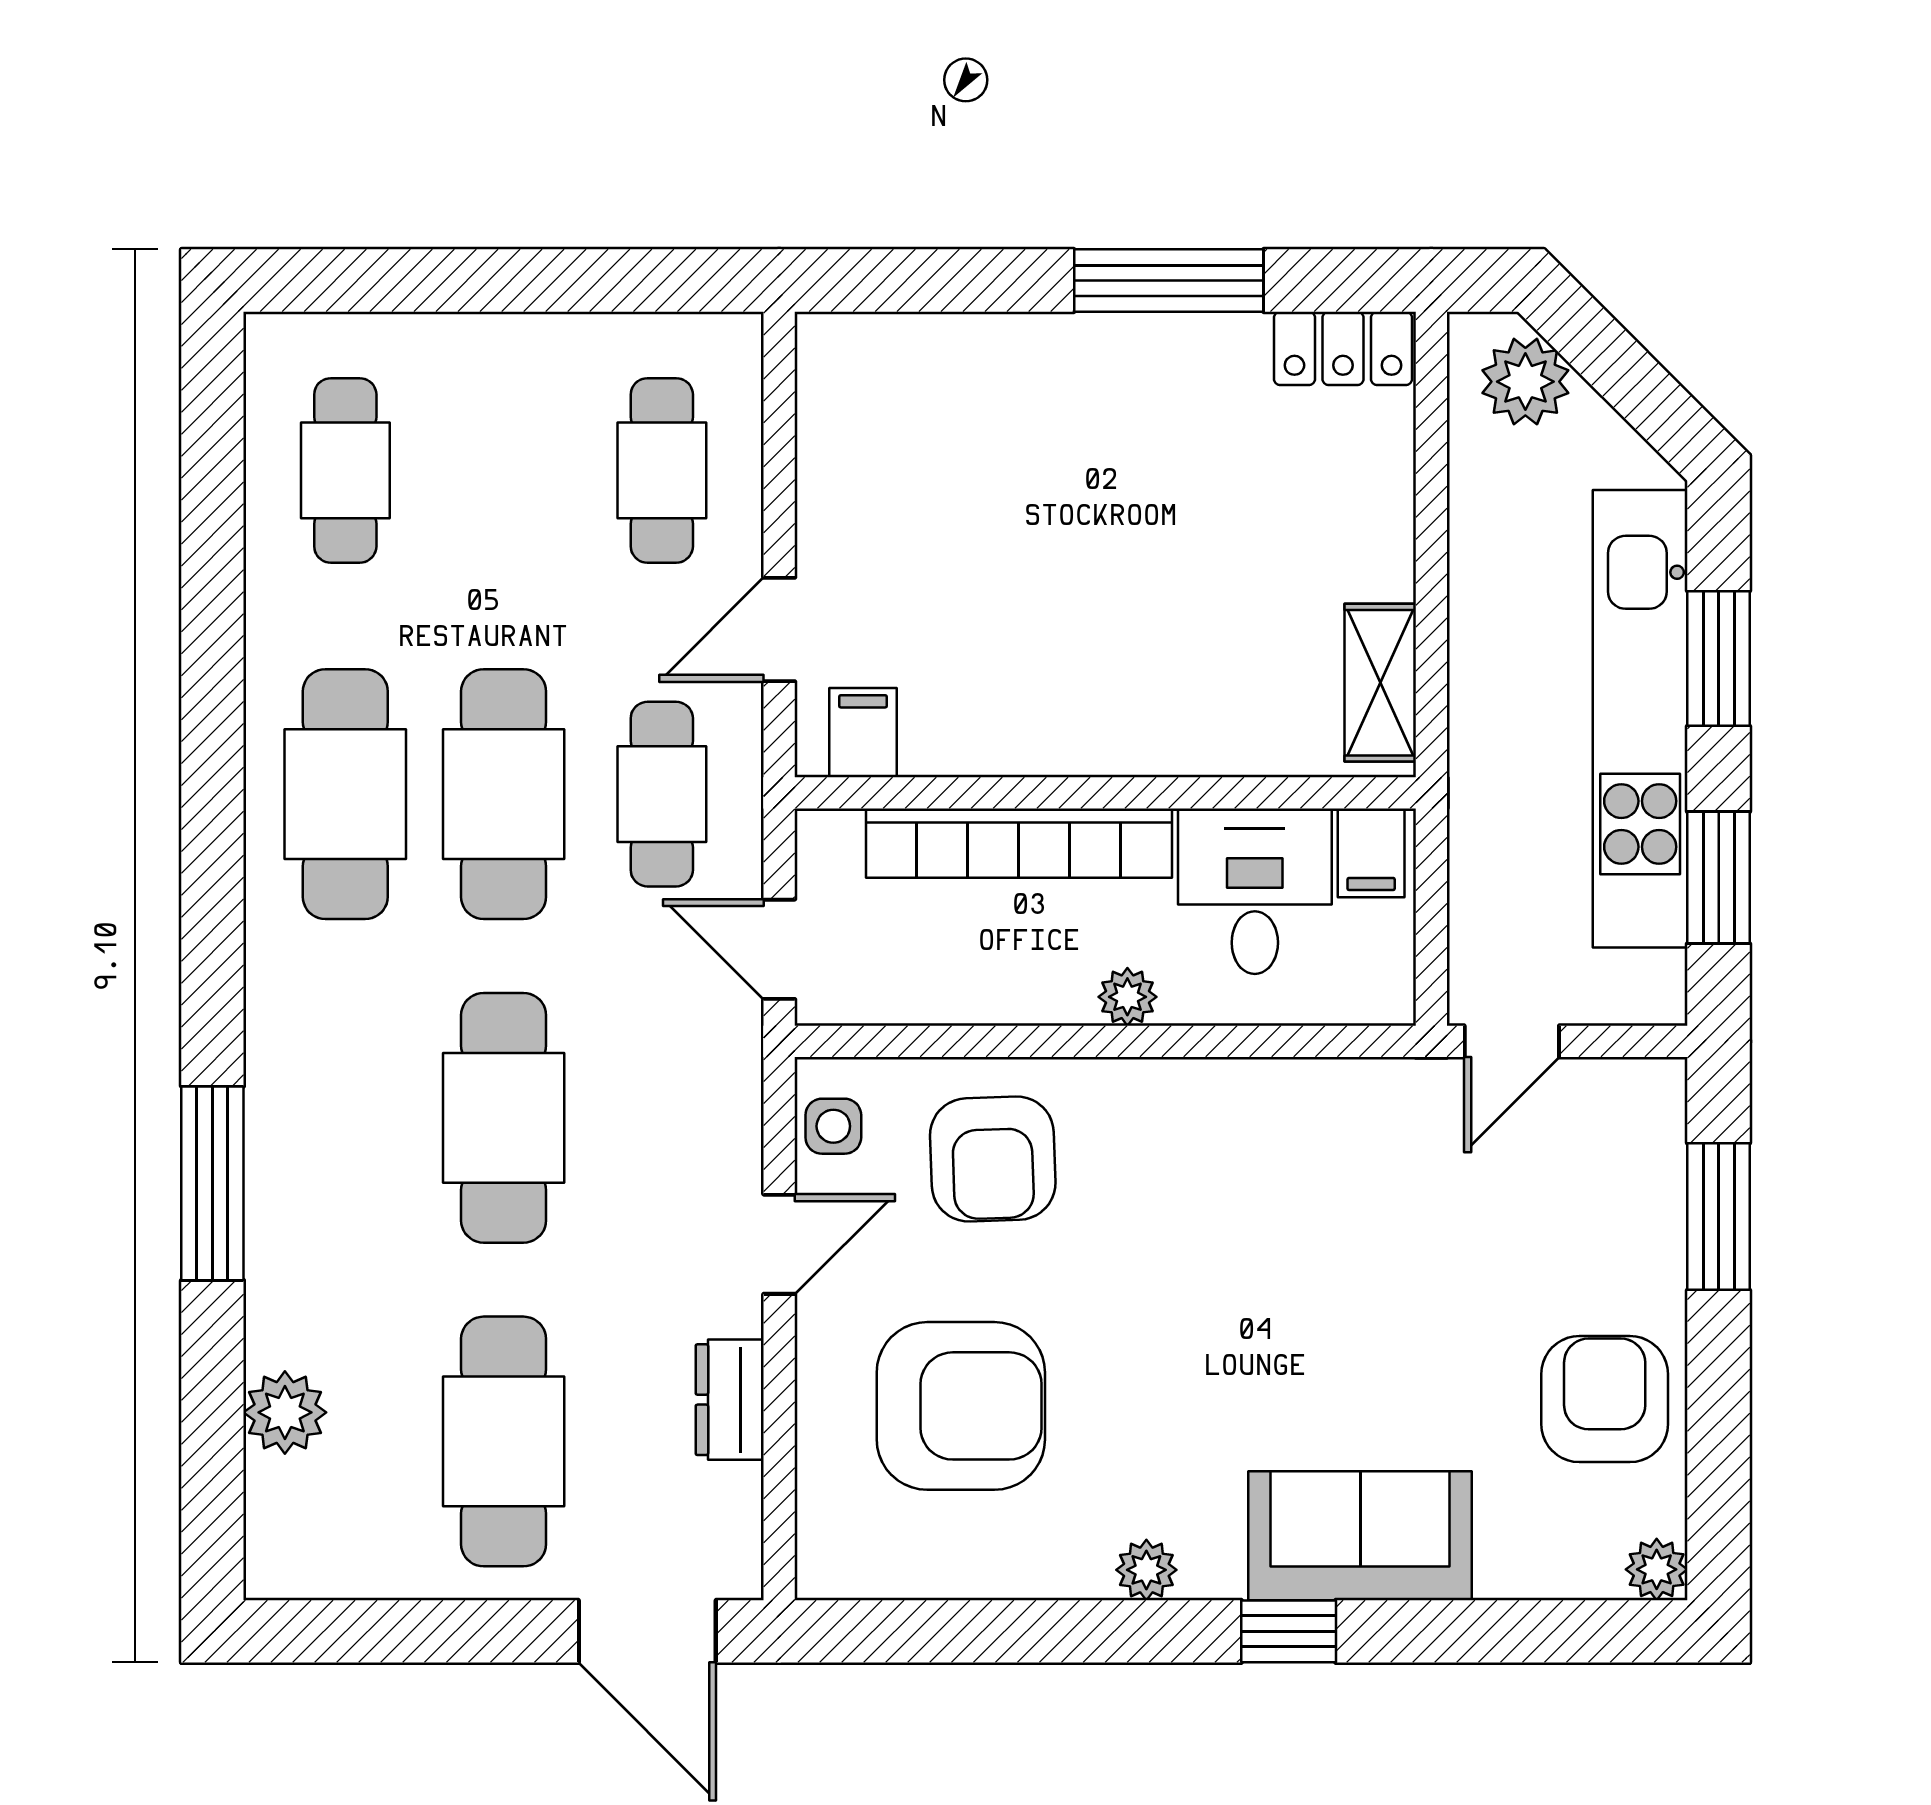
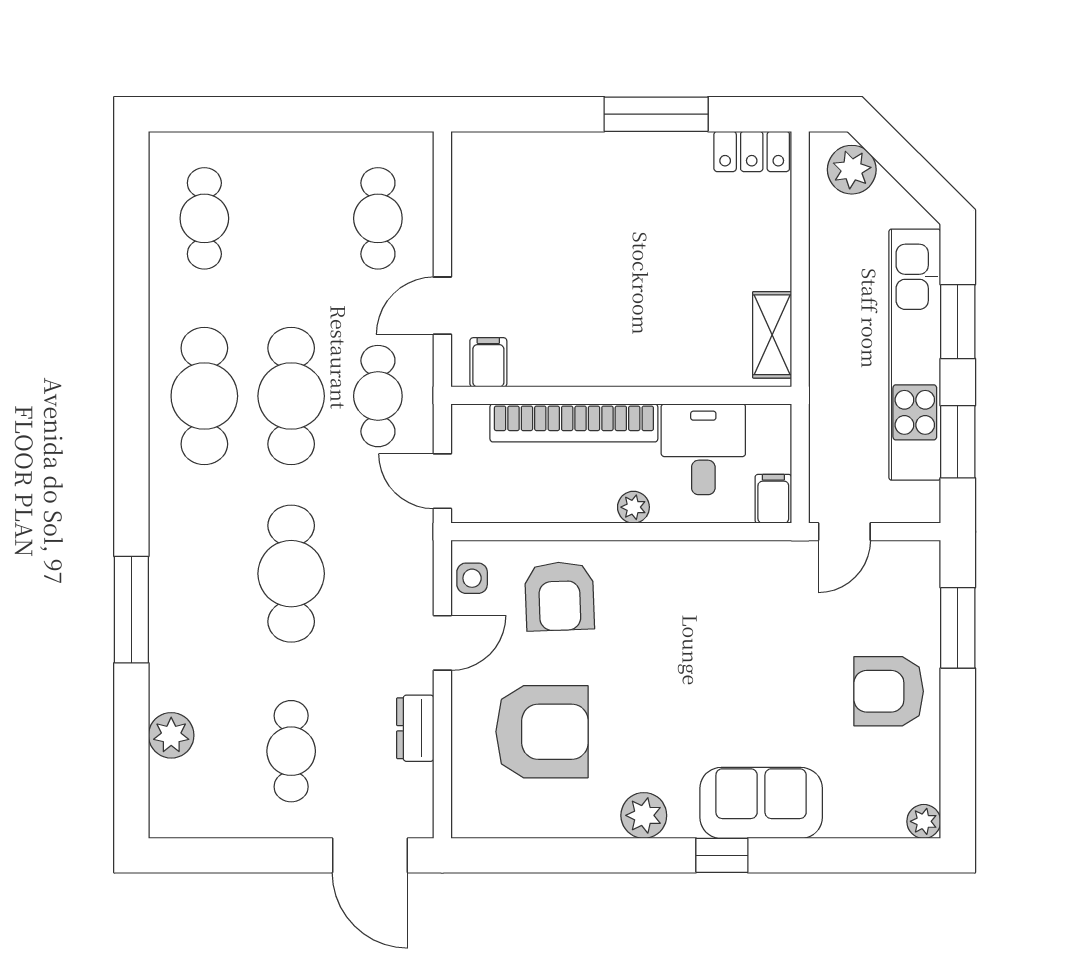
filing cabinet: (1371, 853) -> (773, 499), moved, turned 180
armchair: (1605, 1399) -> (889, 691), moved, turned -90
cafe table: (504, 1441) -> (291, 751), width x0.73, depth x0.74
plant: (1146, 1570) -> (644, 815), width x1.38, depth x1.38

